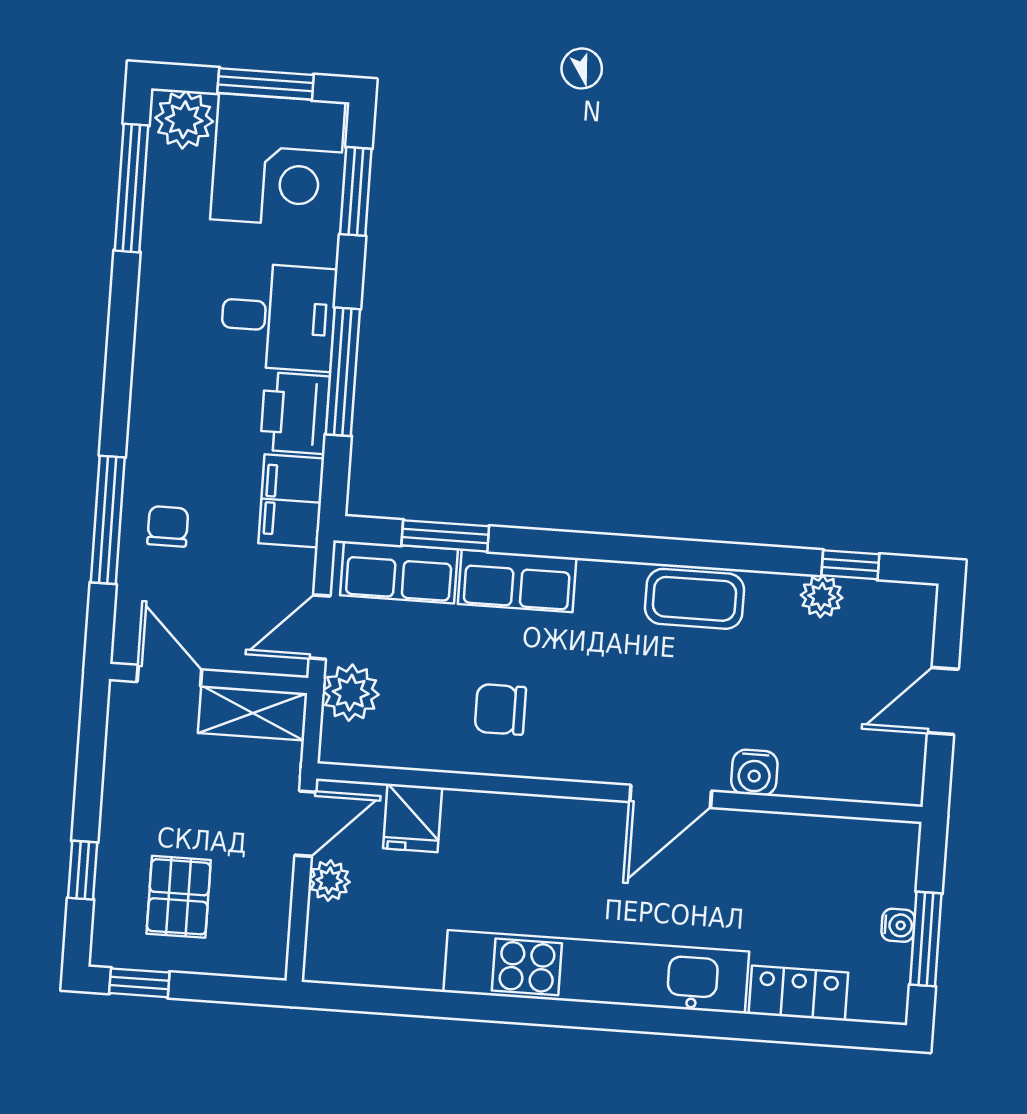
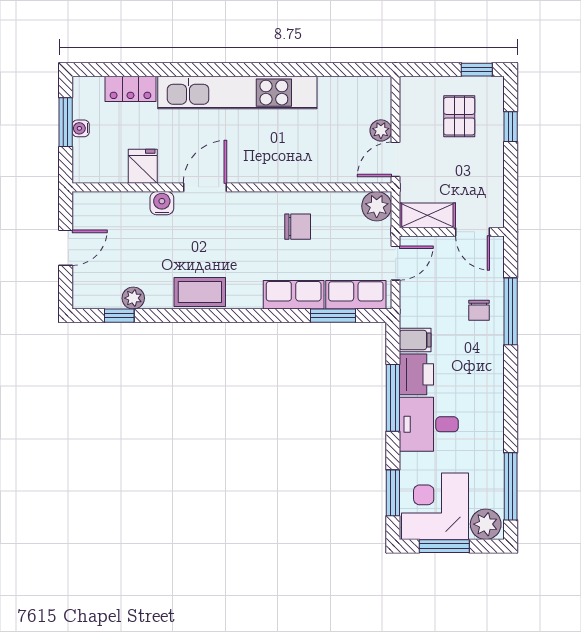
filing cabinet: (291, 501) -> (415, 340), width x0.50
plant: (351, 693) -> (377, 206), moved
fridge: (413, 818) -> (143, 166), moved

